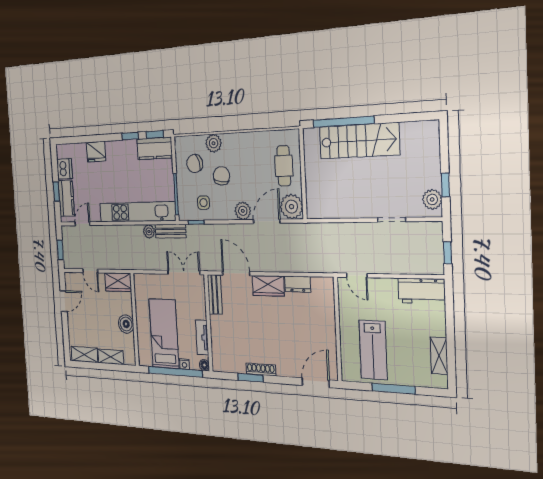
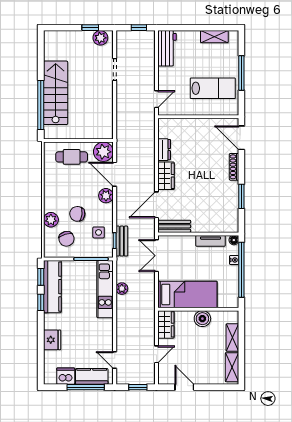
kitchen counter: (155, 148) -> (52, 287), width x1.50
window: (56, 192) -> (86, 387), width x2.17
kitchen unit: (137, 212) -> (105, 289), width x0.73
bench: (171, 231) -> (122, 241), moved
bed: (164, 334) -> (187, 294), moved, turned 180
shoe rack: (261, 369) -> (234, 167), moved

